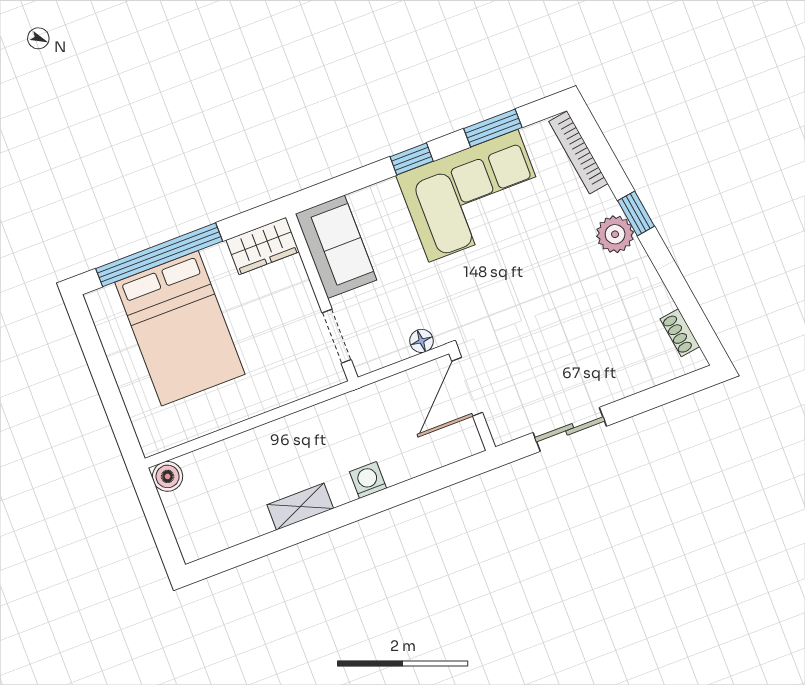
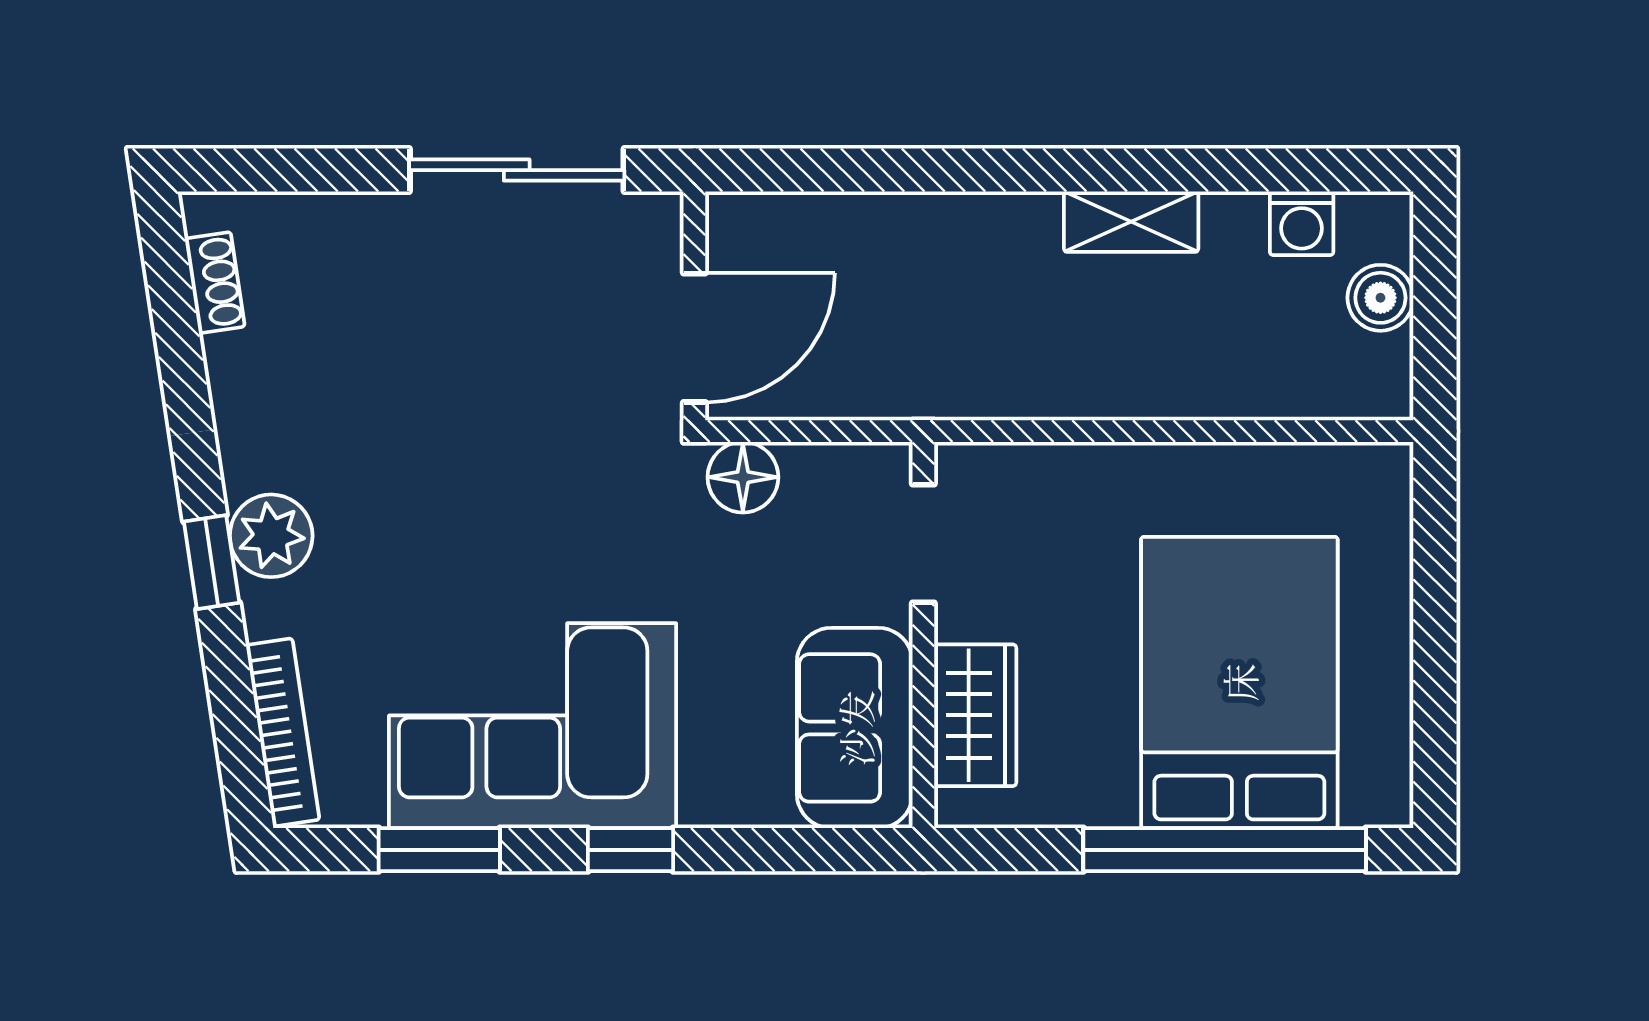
wardrobe: (263, 246) -> (975, 715), moved, turned 90
floor lamp: (421, 341) -> (743, 477), width x1.37, depth x1.37
sliding door: (570, 429) -> (517, 170), width x1.37
boiler: (168, 476) -> (1380, 298), moved
washing machine: (368, 480) -> (1302, 223), moved

